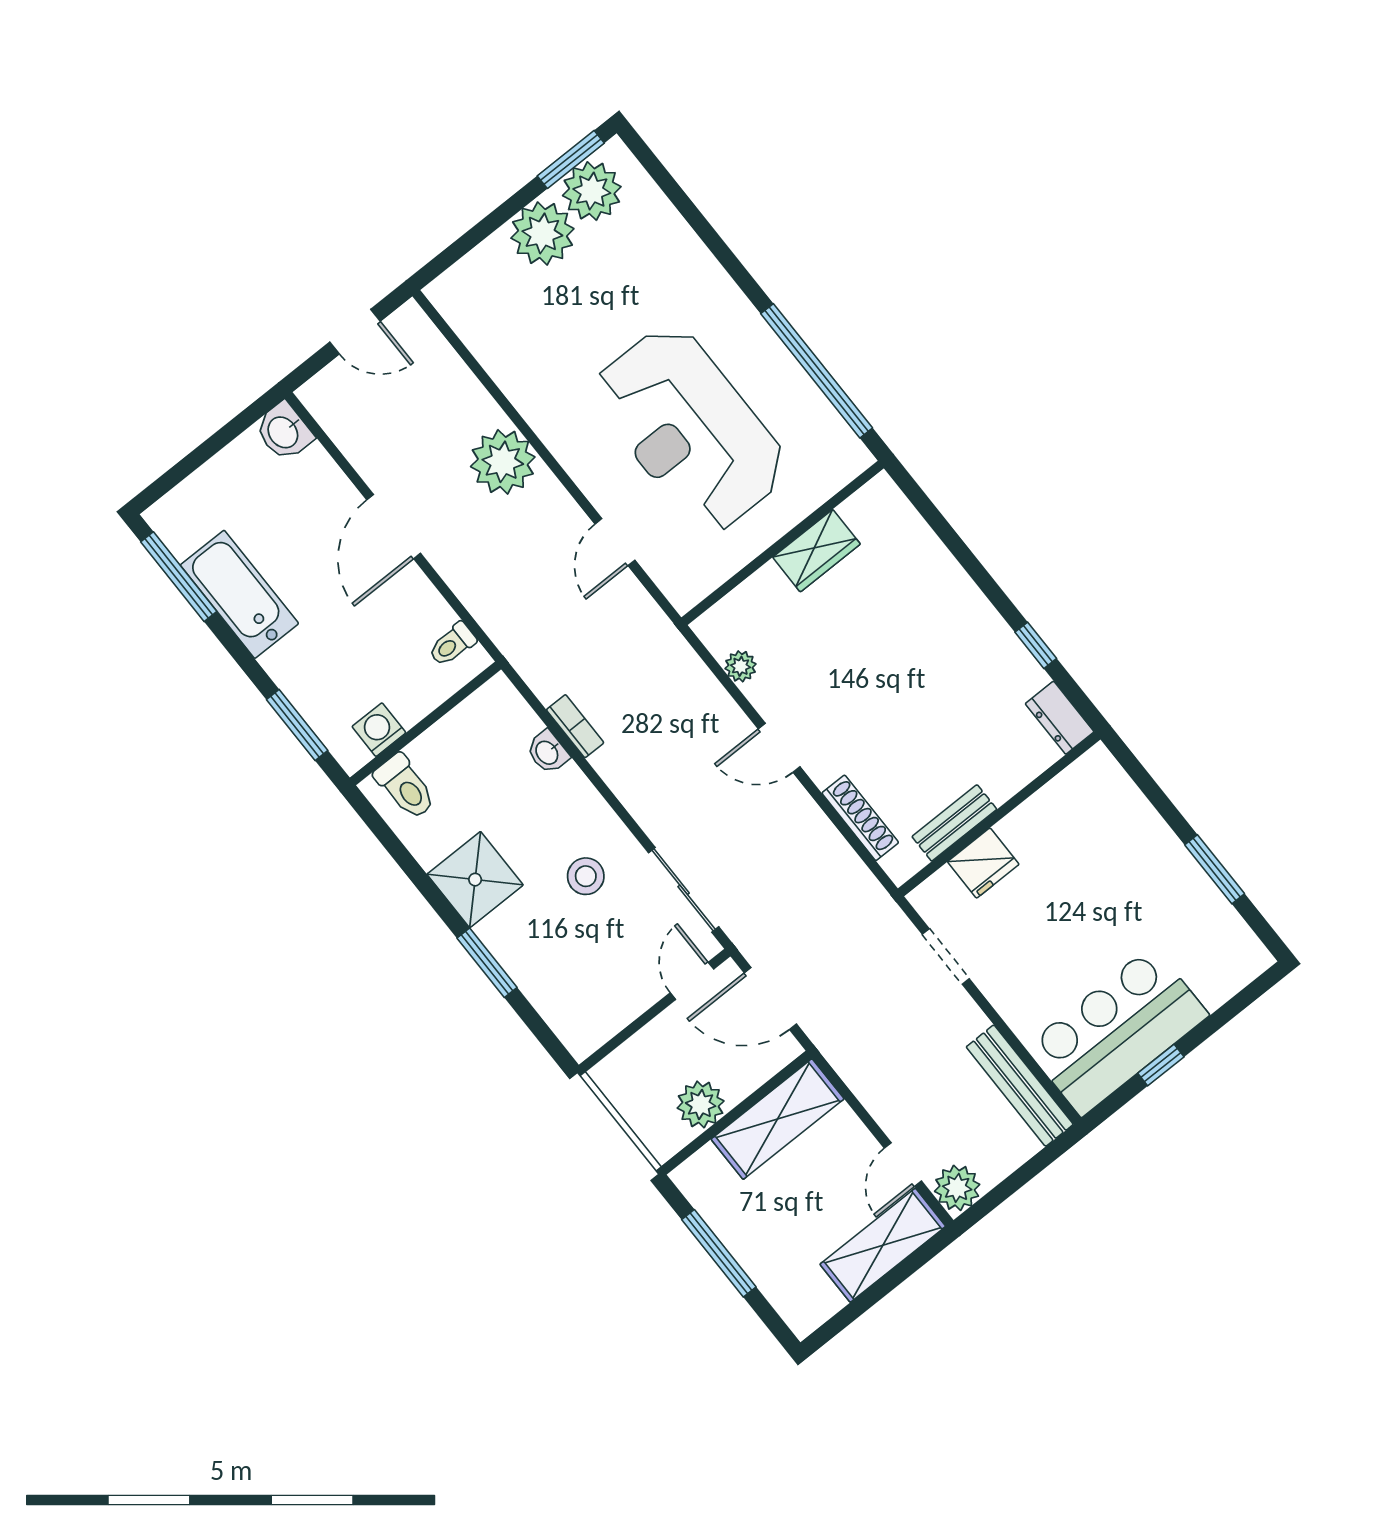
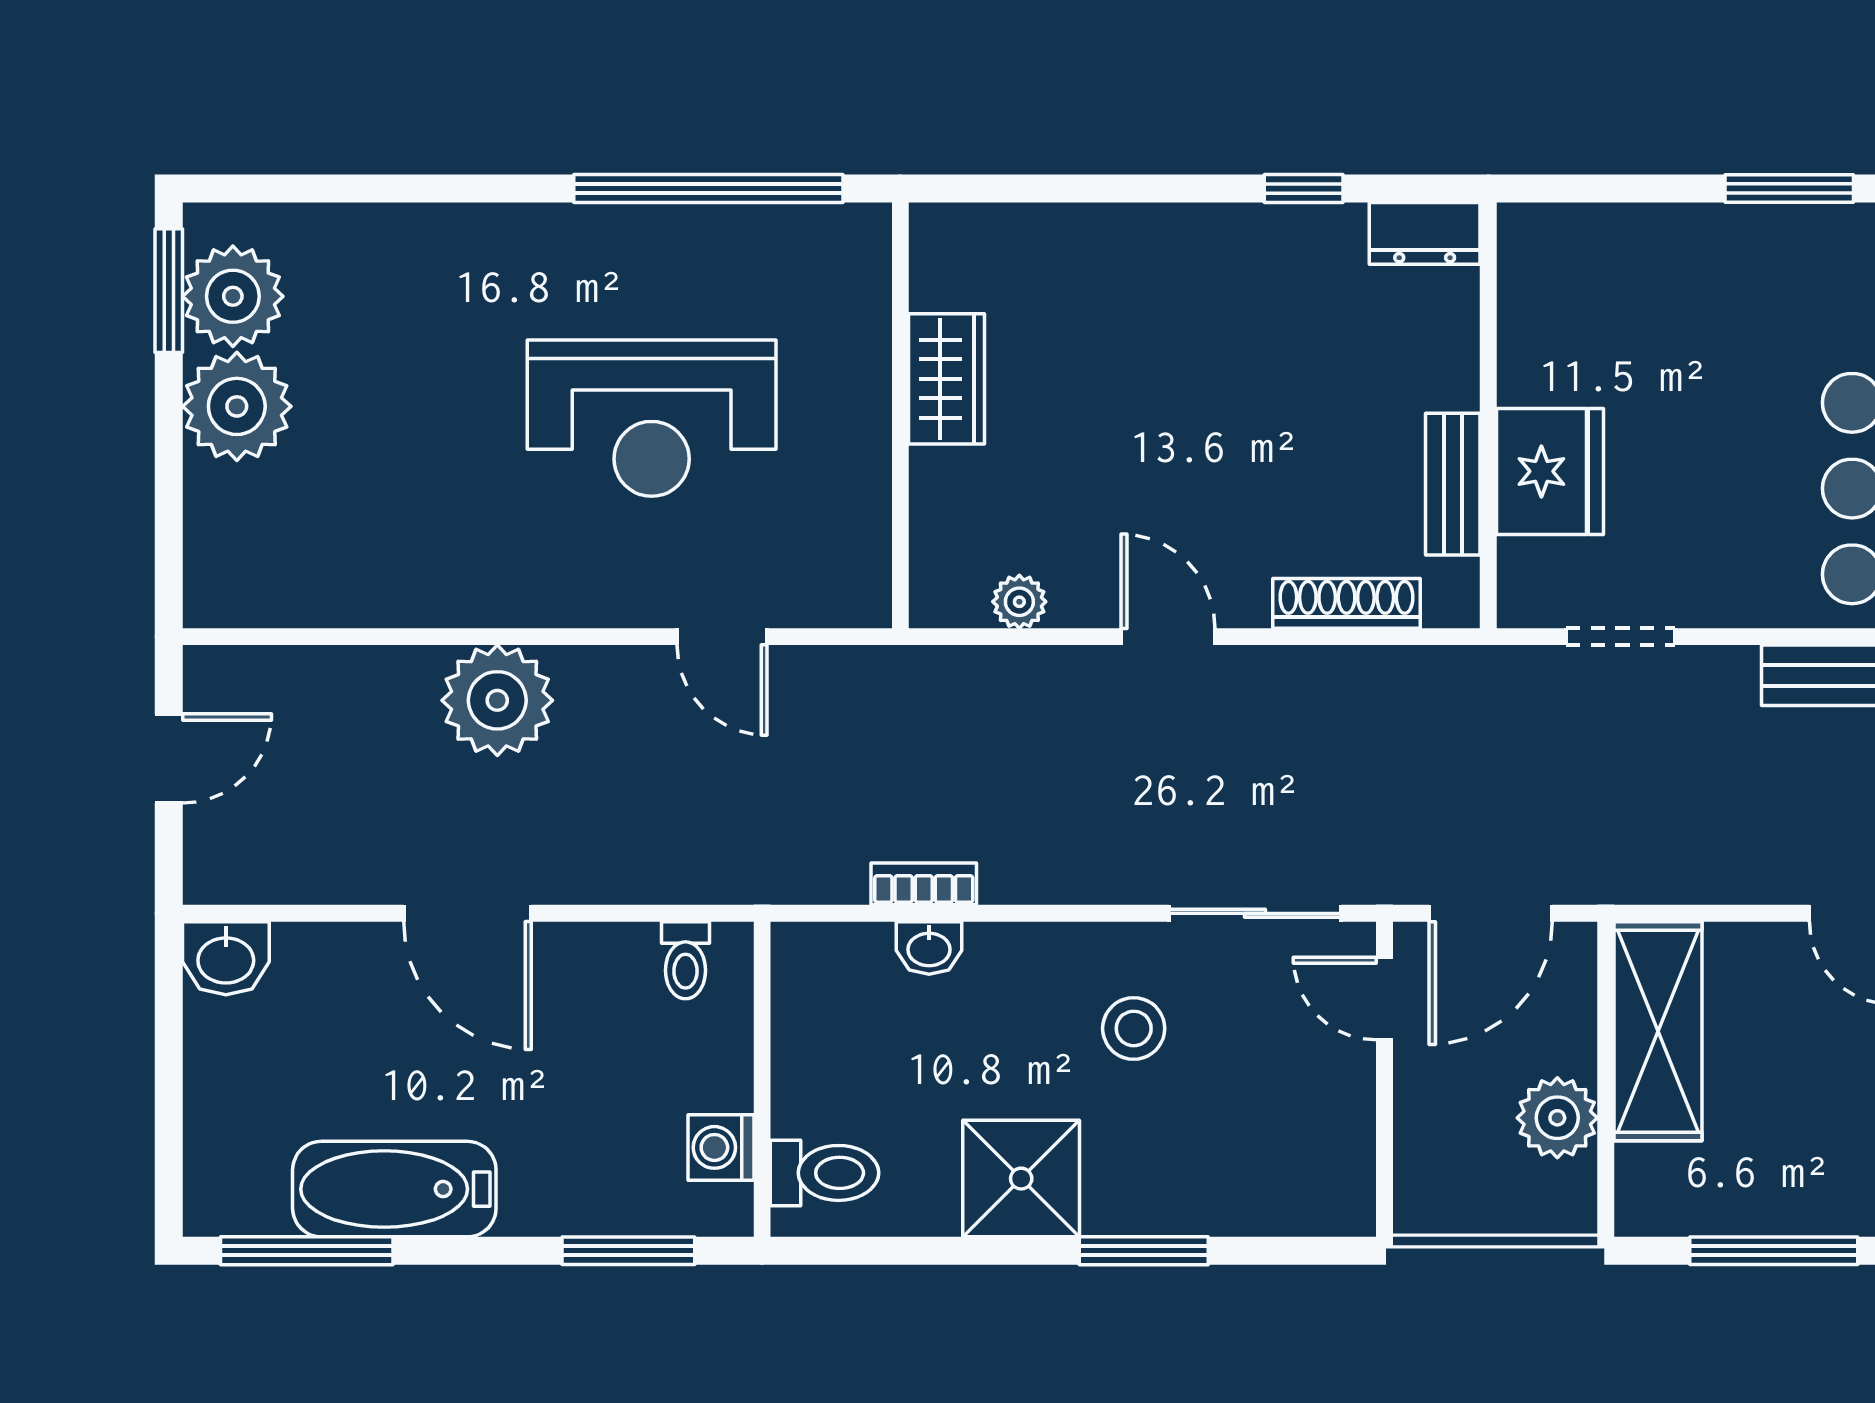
reception desk: (690, 429) -> (652, 418), width x0.74, depth x0.77
door: (779, 748) -> (1168, 637), swing flipped
fridge: (983, 863) -> (1550, 471), width x1.36, depth x1.34

